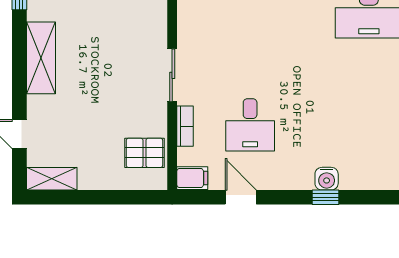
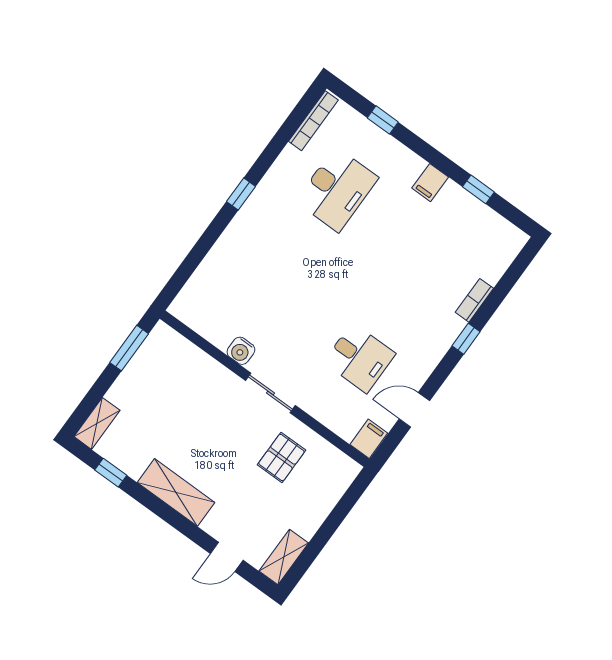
bookcase: (185, 126) -> (474, 300), moved, turned -90
pallet: (144, 153) -> (281, 457), moved
water cooler: (327, 179) -> (241, 351), moved, turned 90

